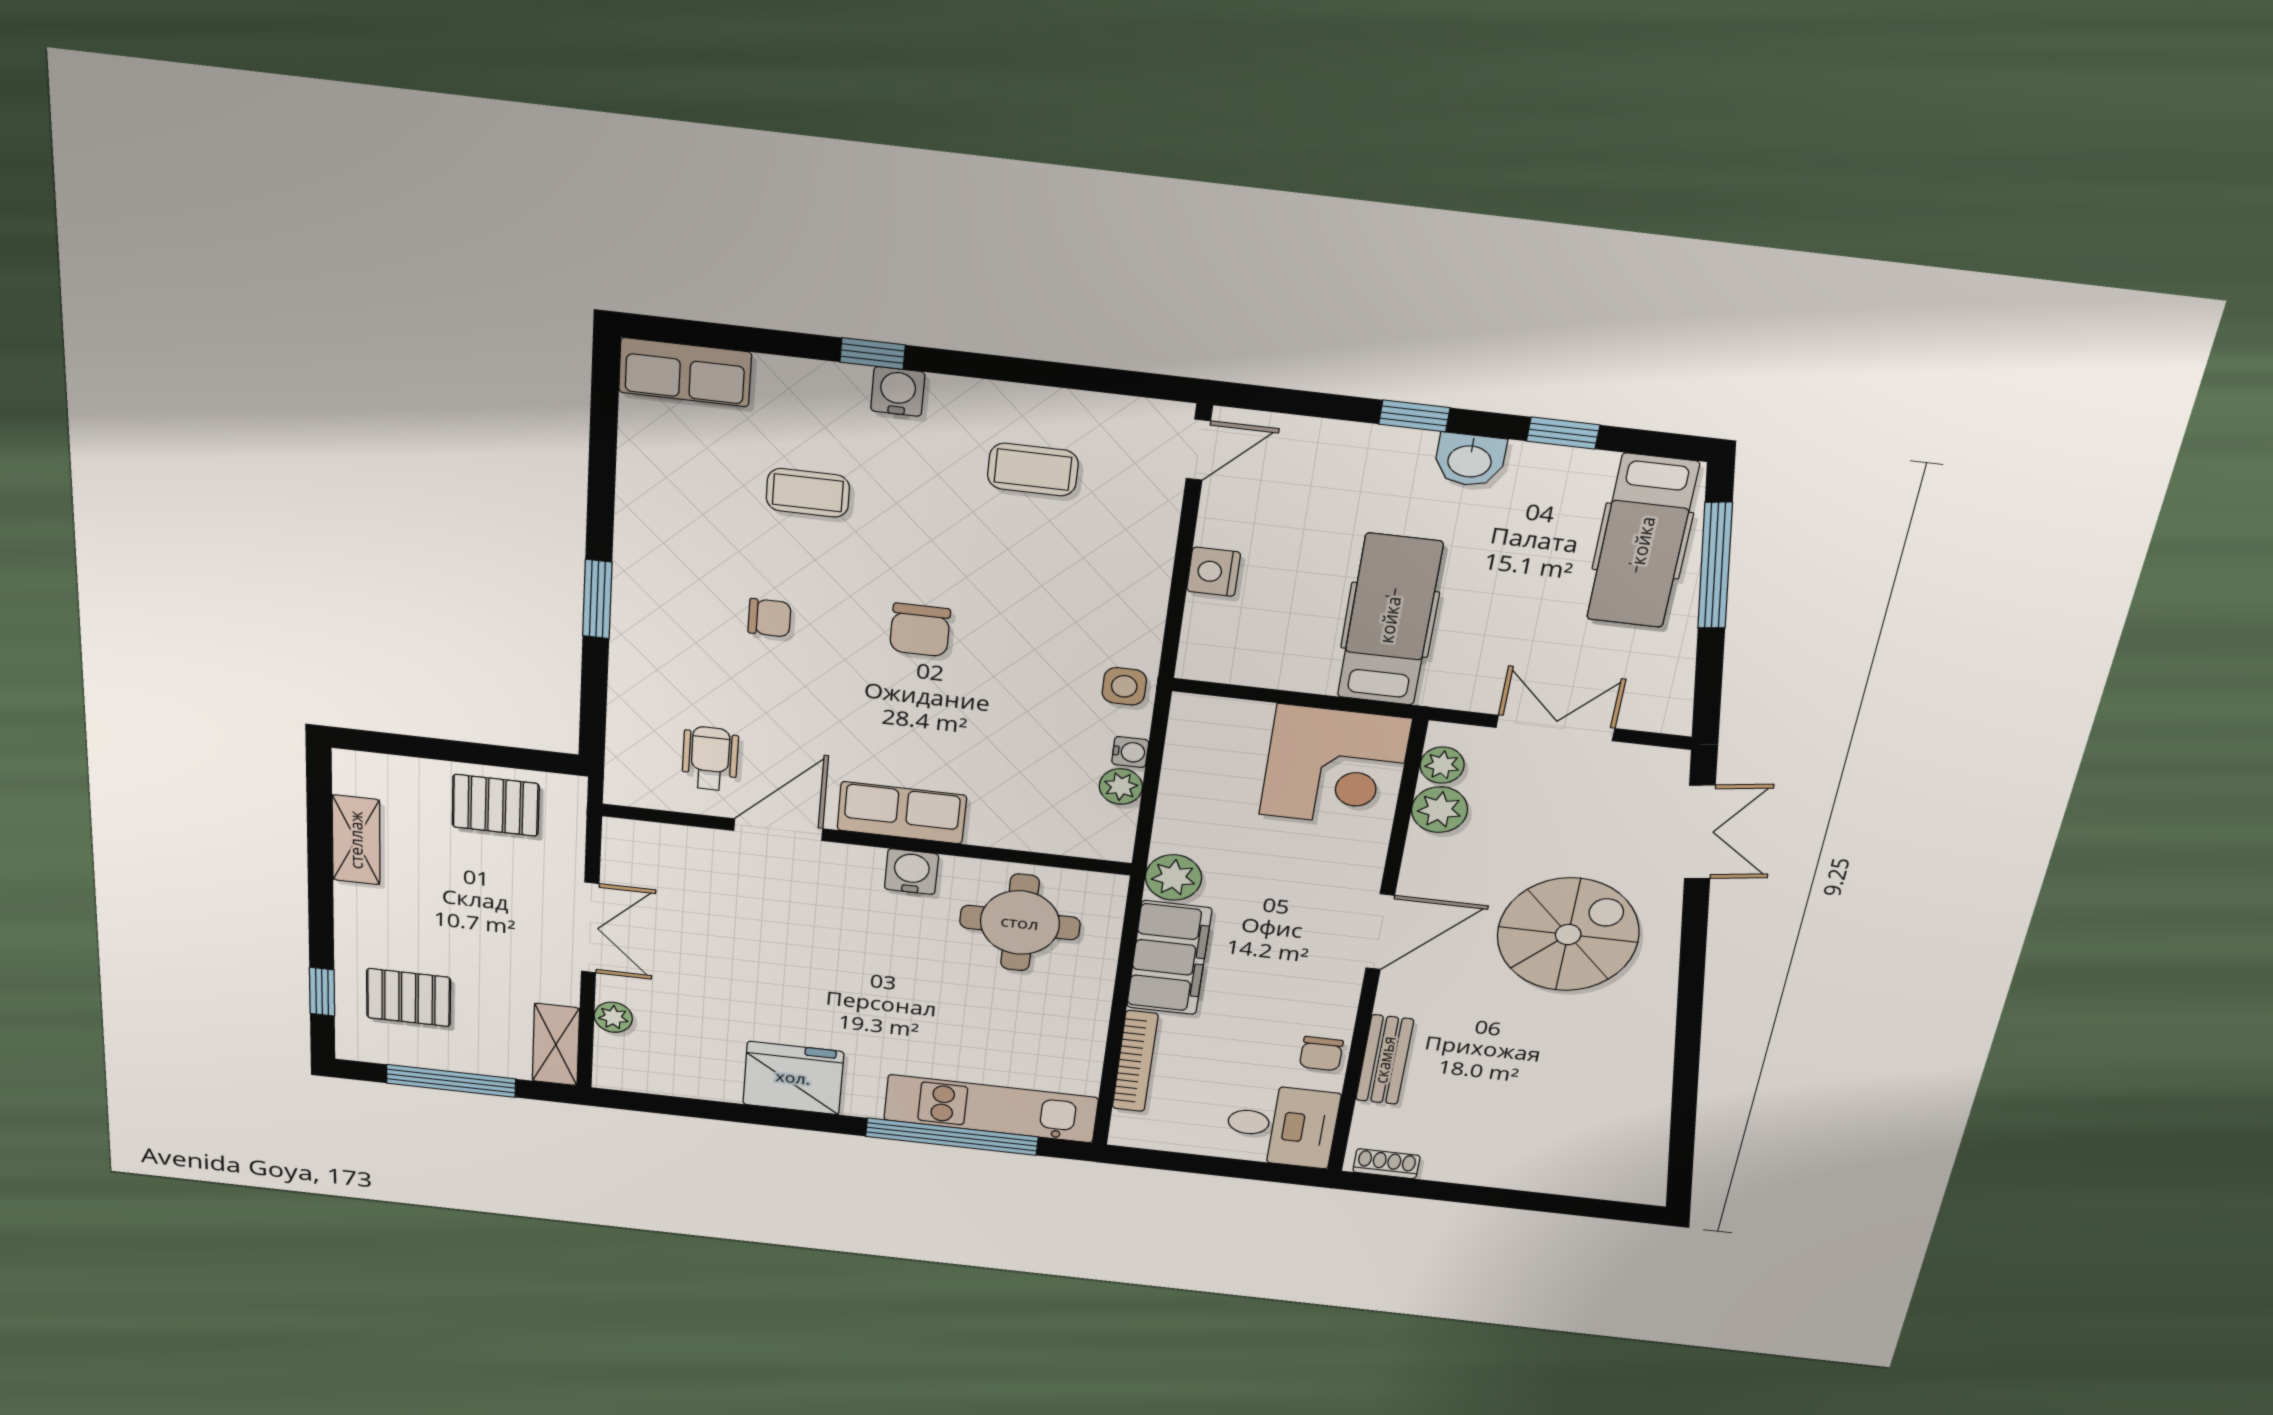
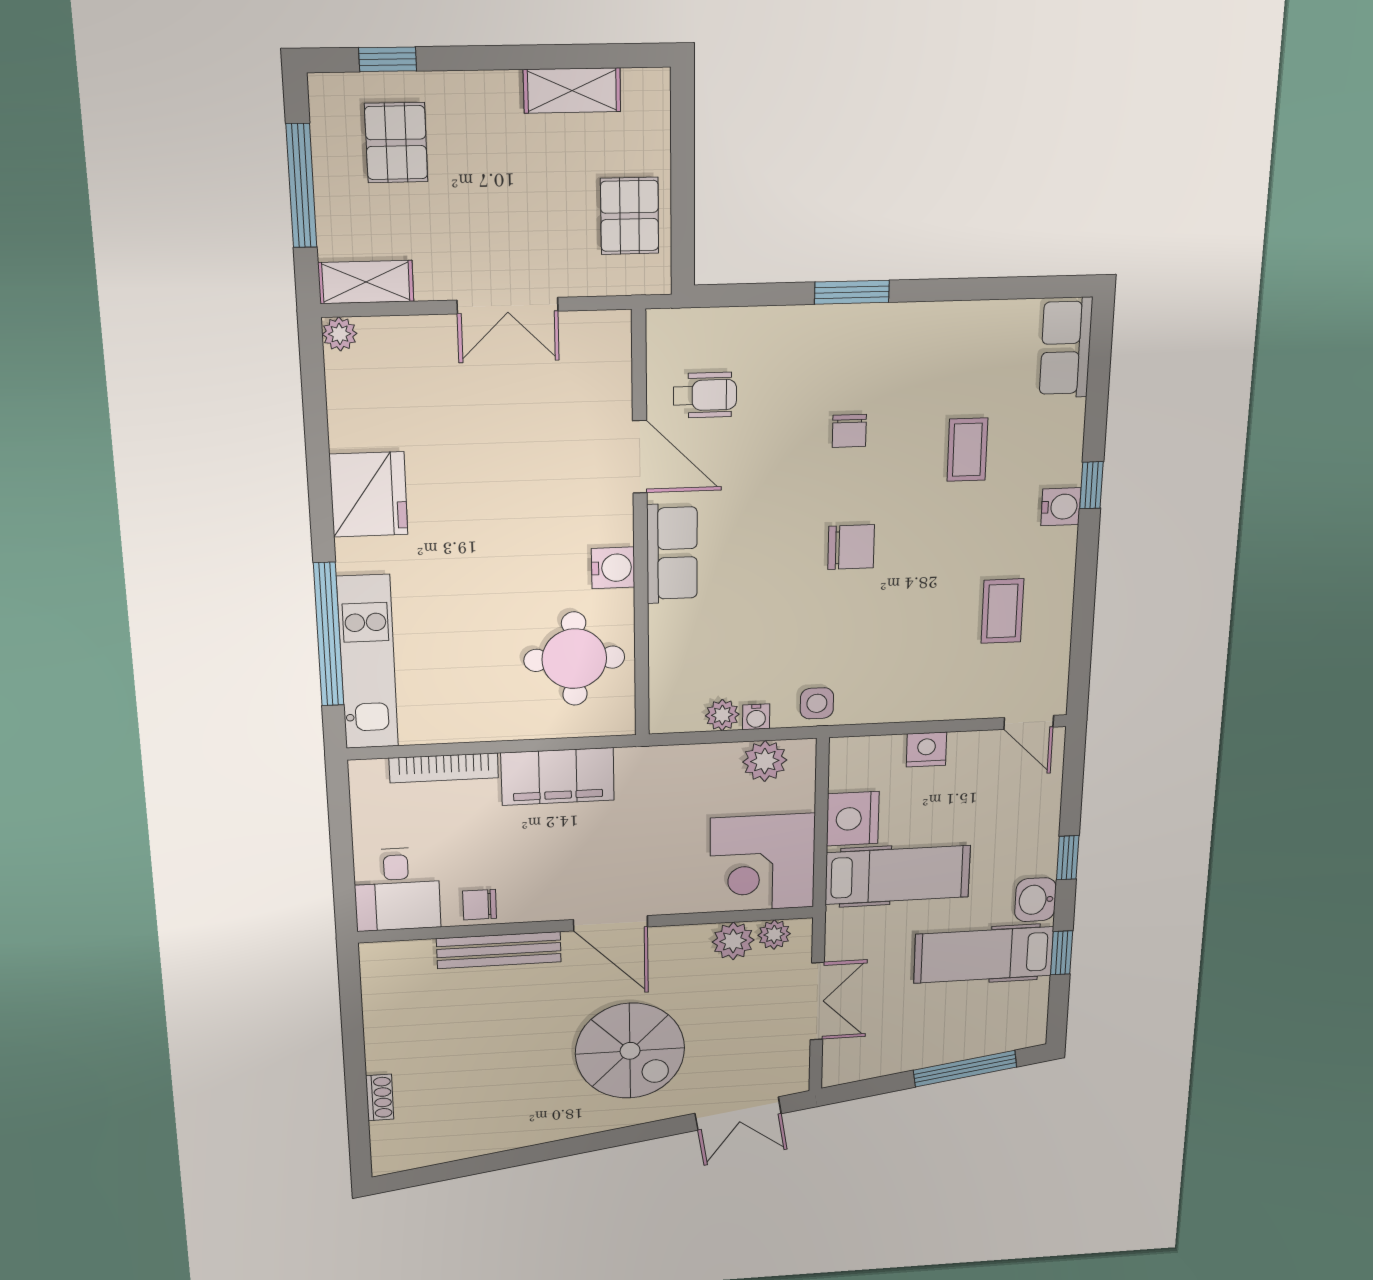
hospital bed: (1643, 541) -> (984, 955), moved
chair: (920, 630) -> (851, 547), turned 180
nightstand: (1295, 663) -> (853, 819), added
plant: (1173, 877) -> (765, 761), moved
plant: (613, 1017) -> (340, 334), moved
bench: (1385, 1060) -> (499, 950), width x1.36
shoe rack: (1386, 1164) -> (380, 1097), moved

